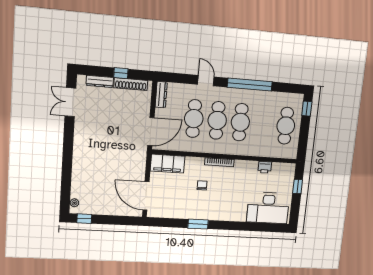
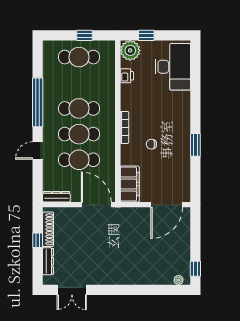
window: (307, 109) -> (85, 35), moved
plant: (286, 172) -> (130, 50), added

